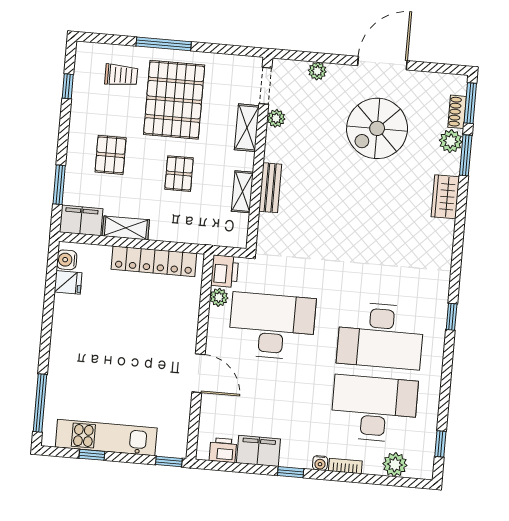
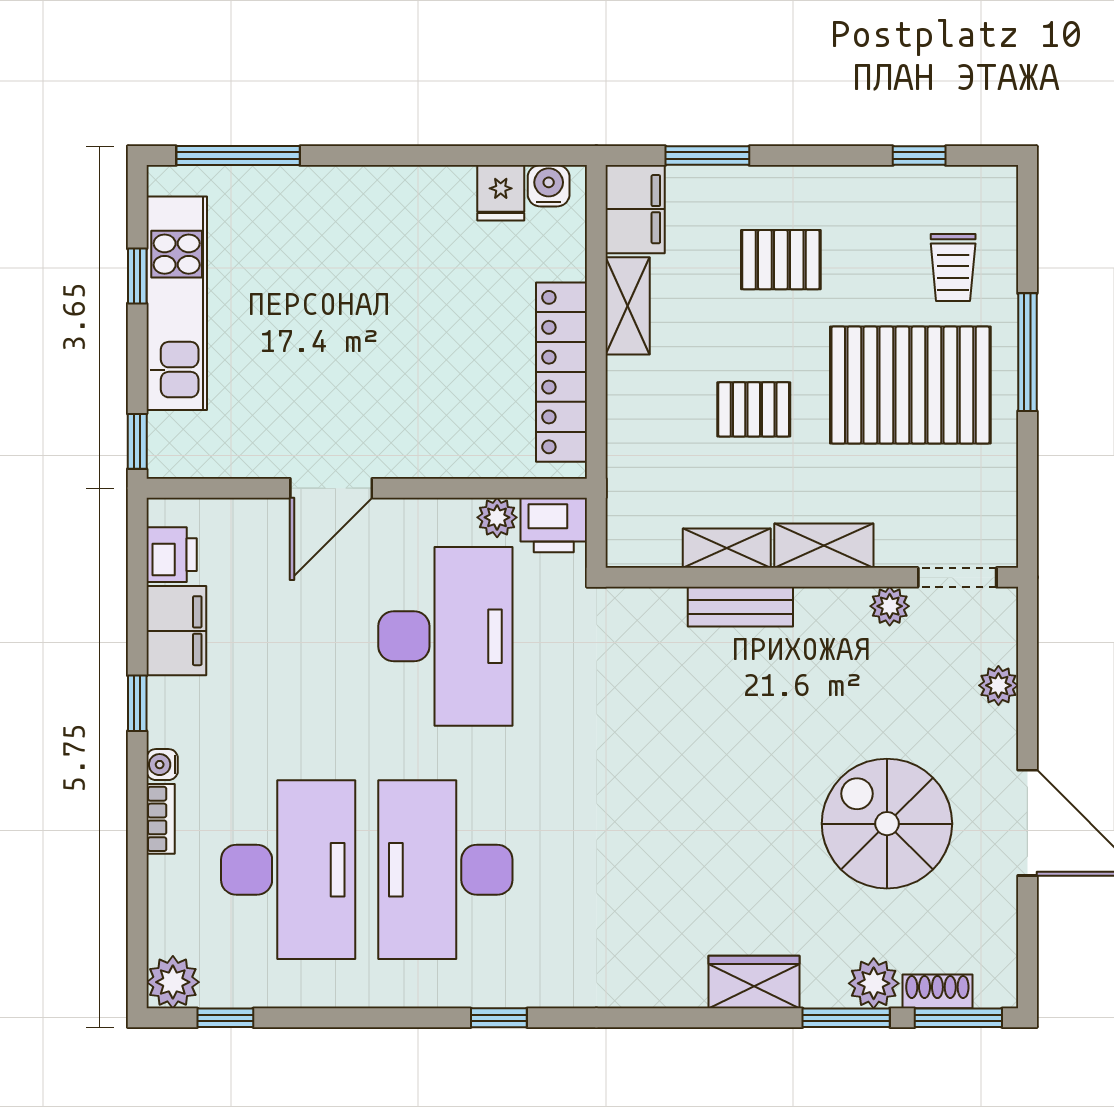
shelving: (247, 128) -> (824, 546), moved
plant: (395, 465) -> (173, 982), moved

